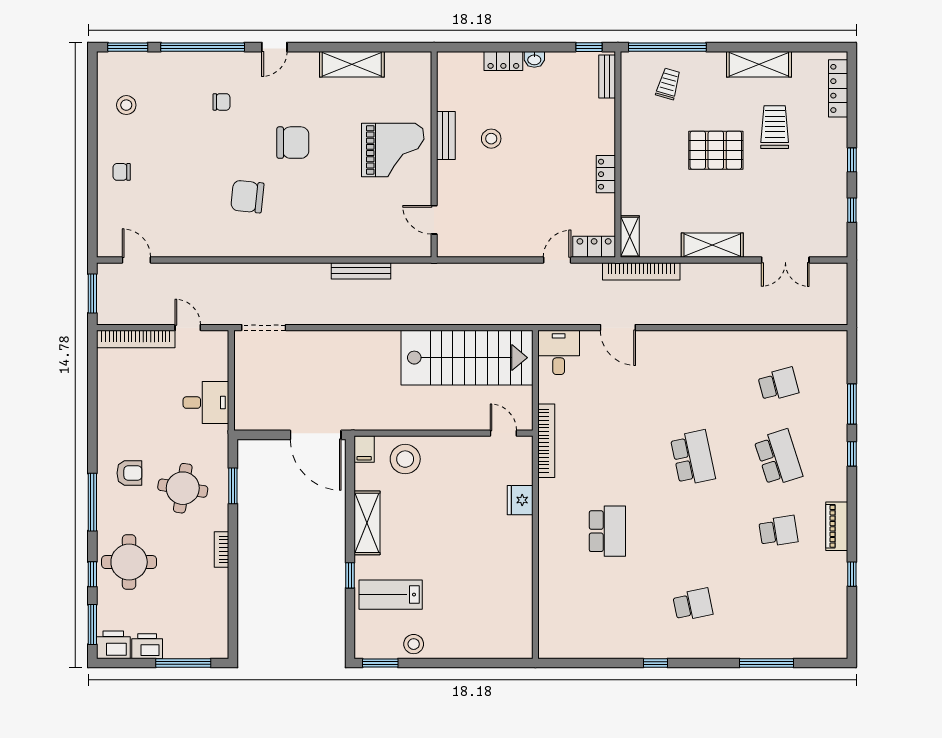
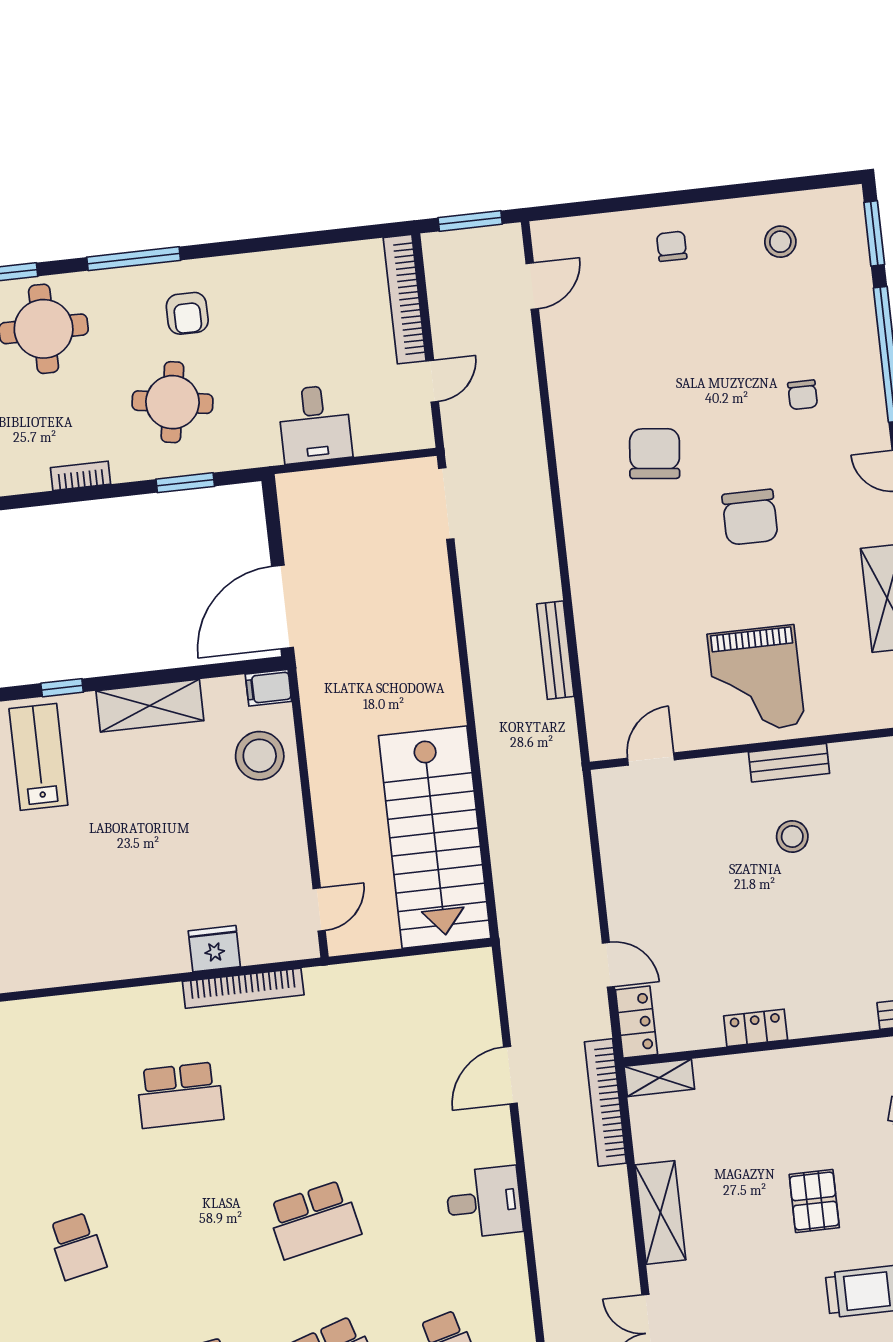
pallet: (716, 150) -> (814, 1201), width x0.67, depth x0.71
desk: (559, 352) -> (484, 1202), moved
bookcase: (546, 441) -> (243, 988), moved

